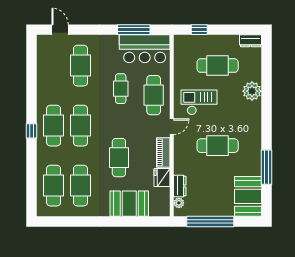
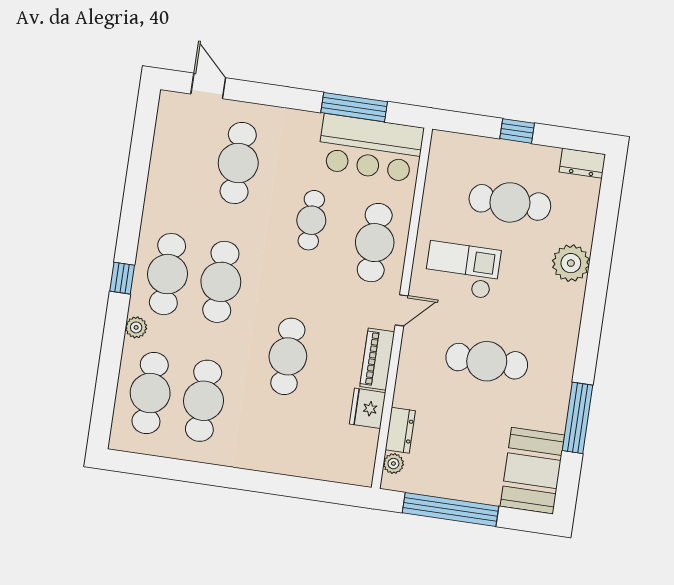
window: (199, 30) -> (517, 131), moved
plant: (42, 154) -> (136, 327), added
booth: (129, 204) -> (295, 451), removed

